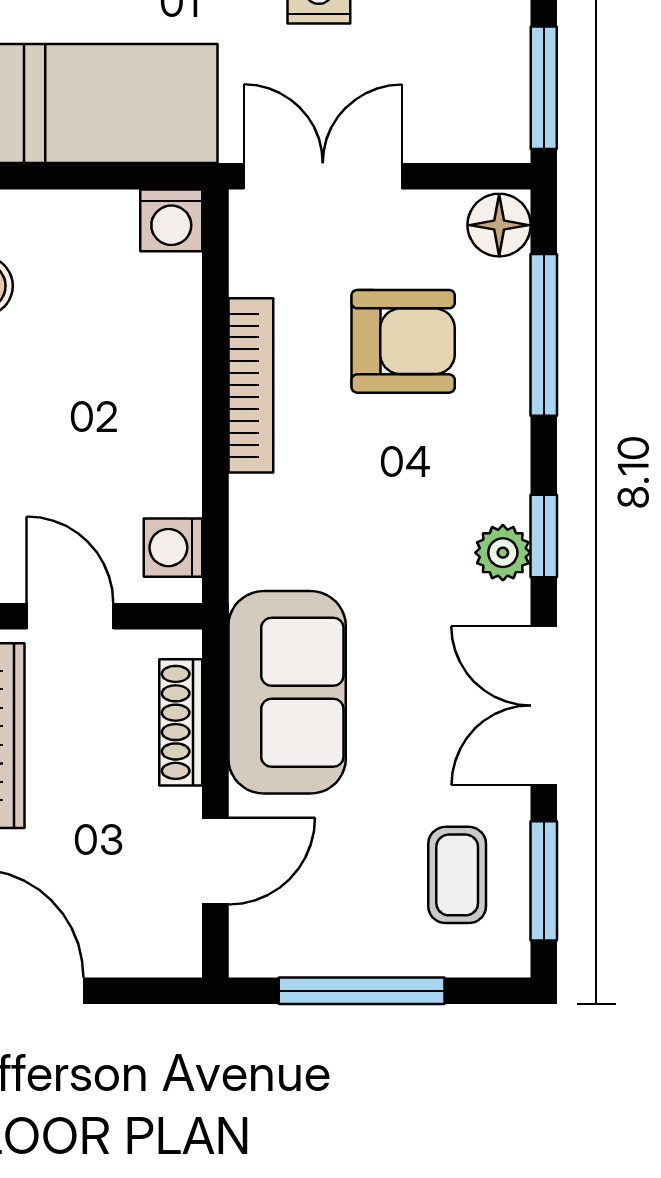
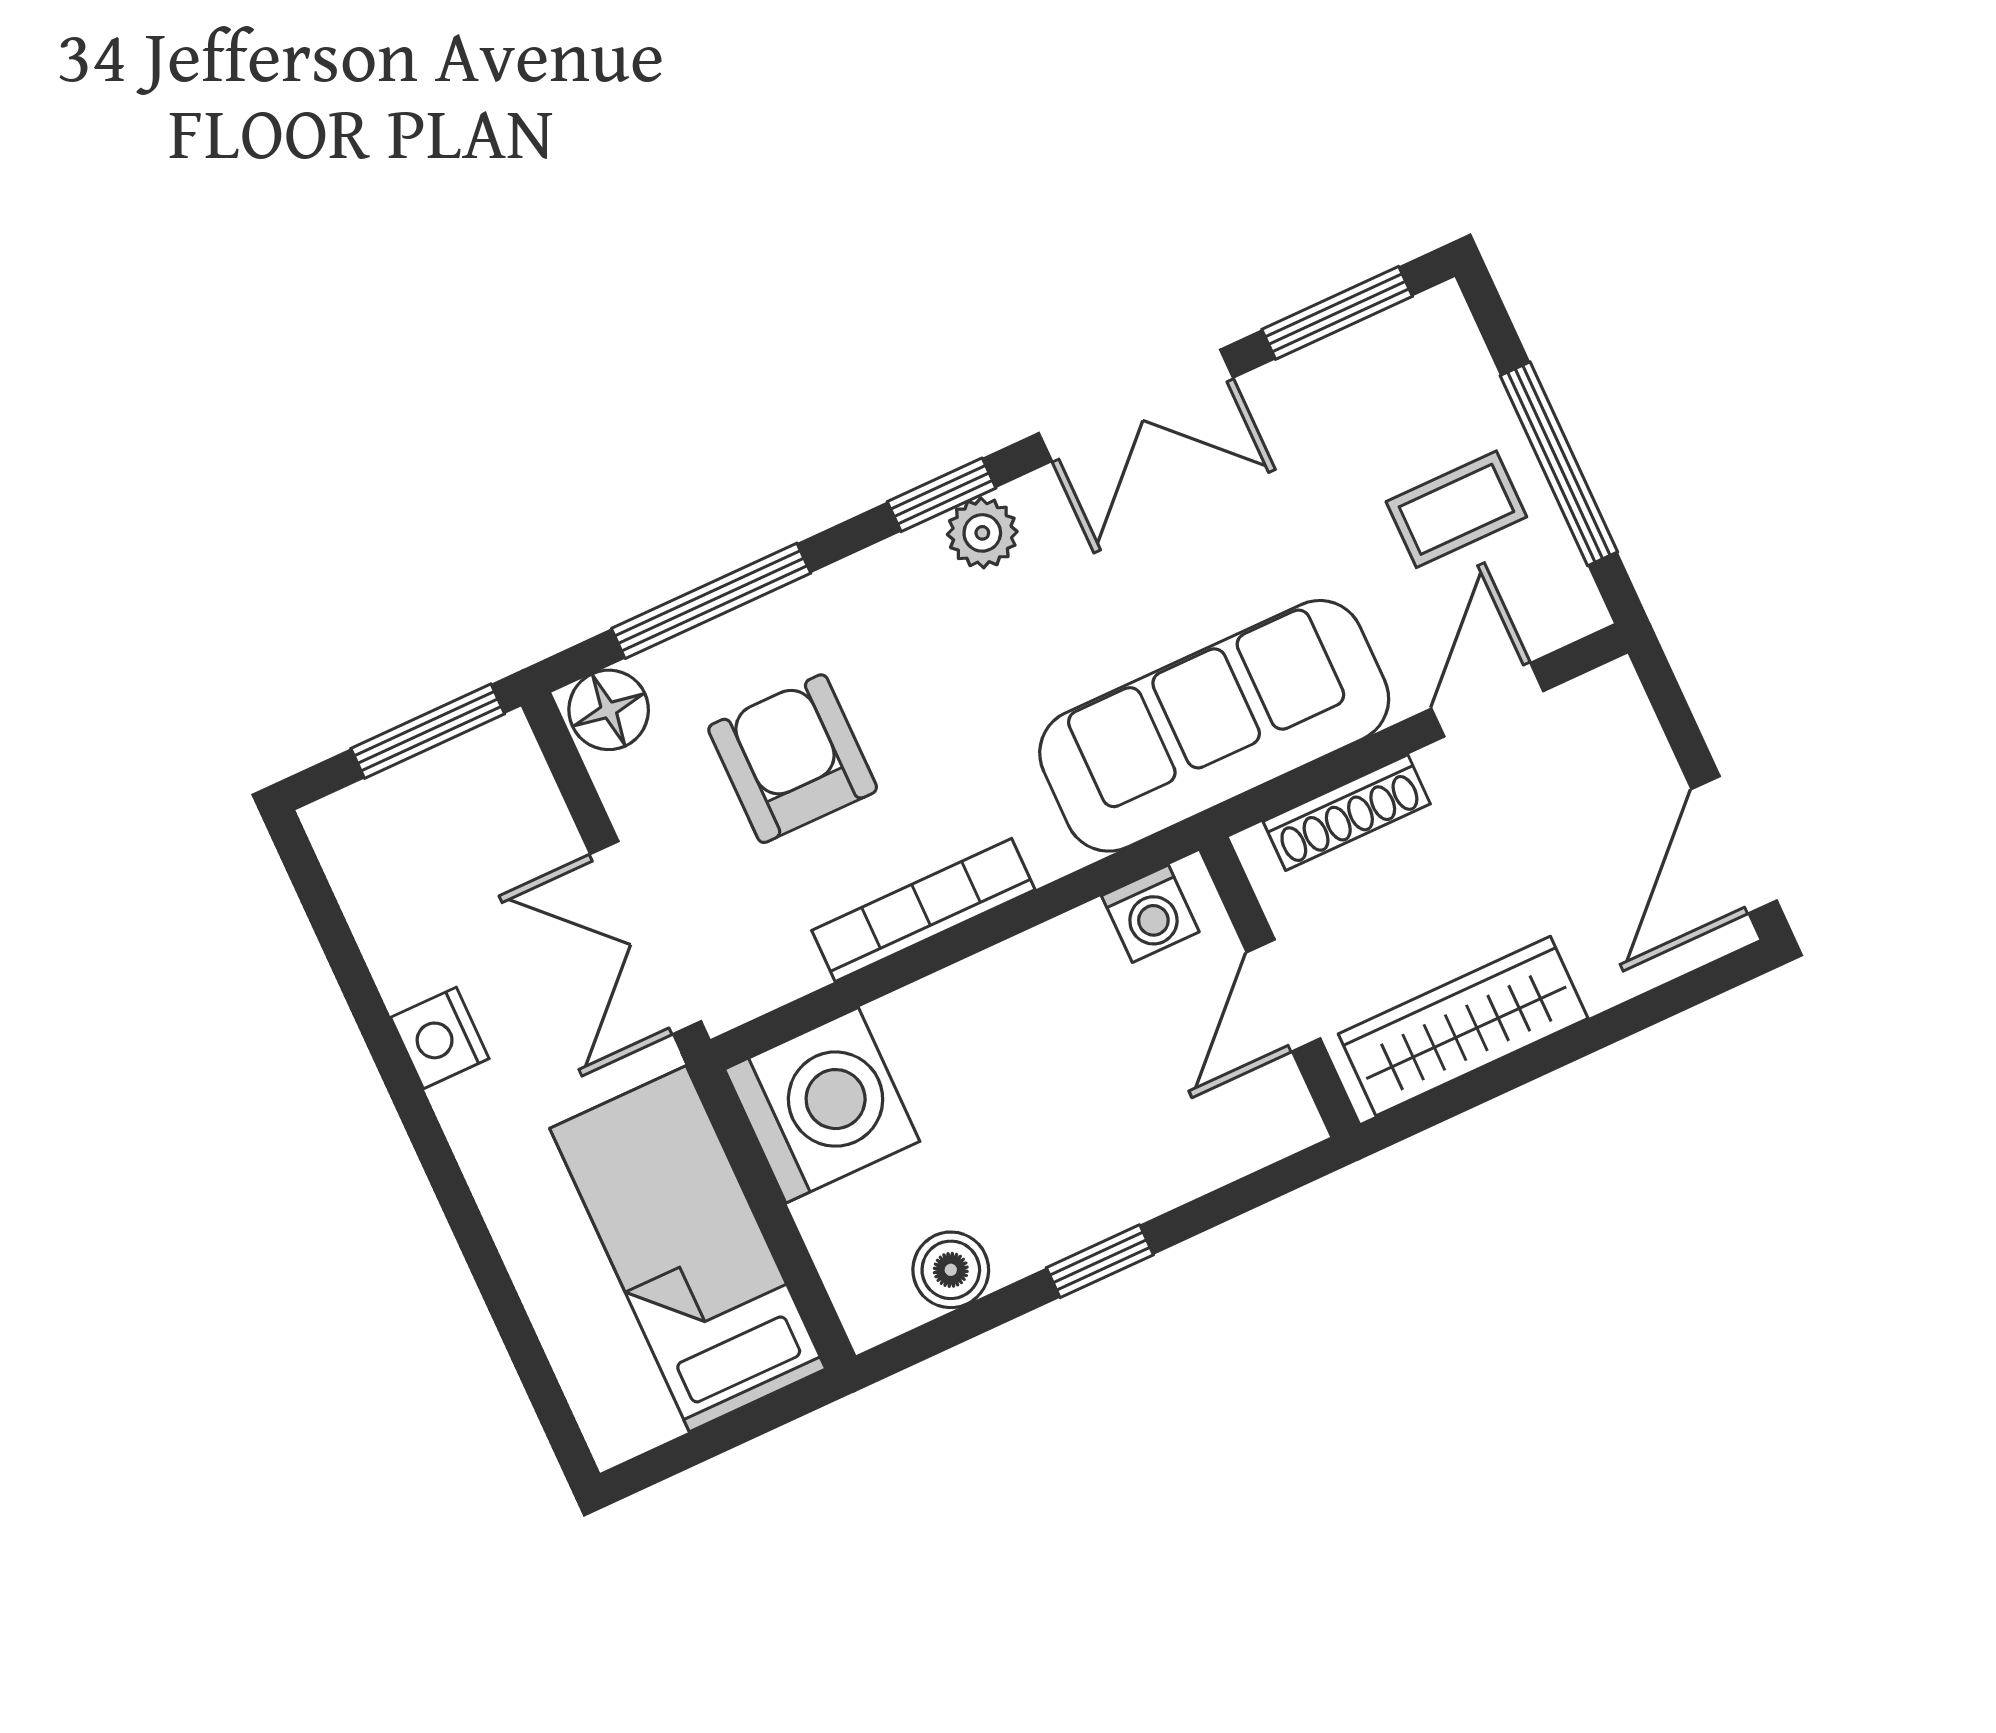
washing machine: (171, 220) -> (822, 1105), width x1.89, depth x1.89
sofa: (287, 692) -> (1214, 726), width x1.36
door: (215, 861) -> (1487, 700), hinge flipped
coffee table: (457, 875) -> (1456, 509), moved

